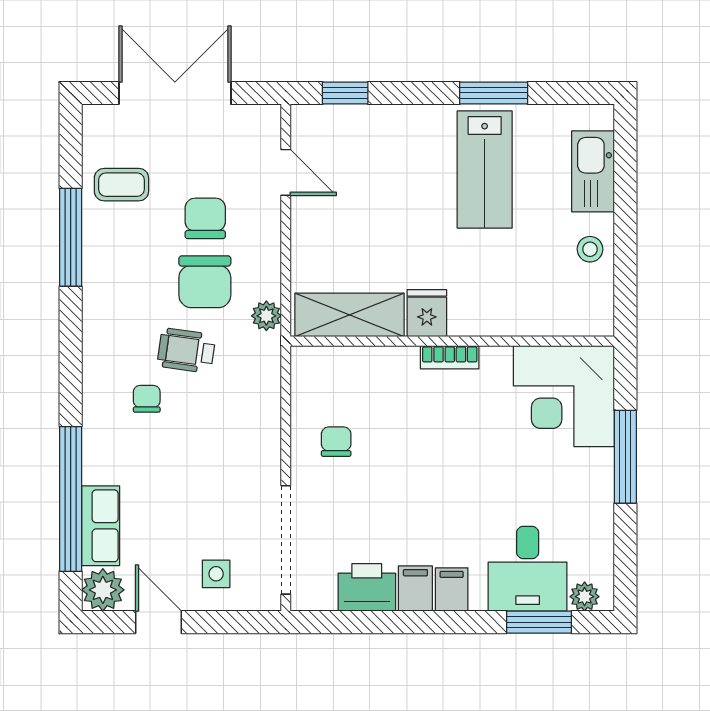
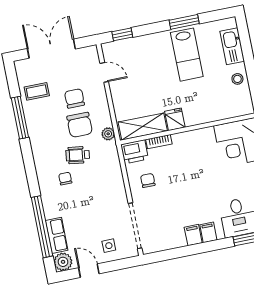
bookcase: (450, 357) -> (159, 142), moved
printer: (367, 587) -> (135, 152), moved, turned 180

